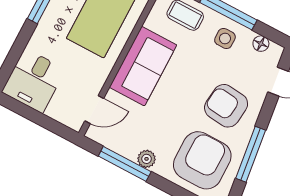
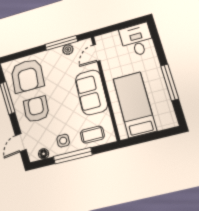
armchair: (226, 106) -> (36, 109), turned -96
plant: (147, 159) -> (68, 50), moved

